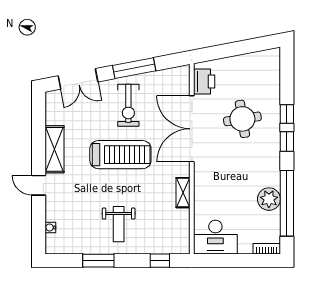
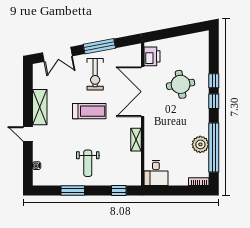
treadmill: (120, 155) -> (89, 111), width x0.73, depth x0.73
desk: (215, 237) -> (156, 173), width x0.73

